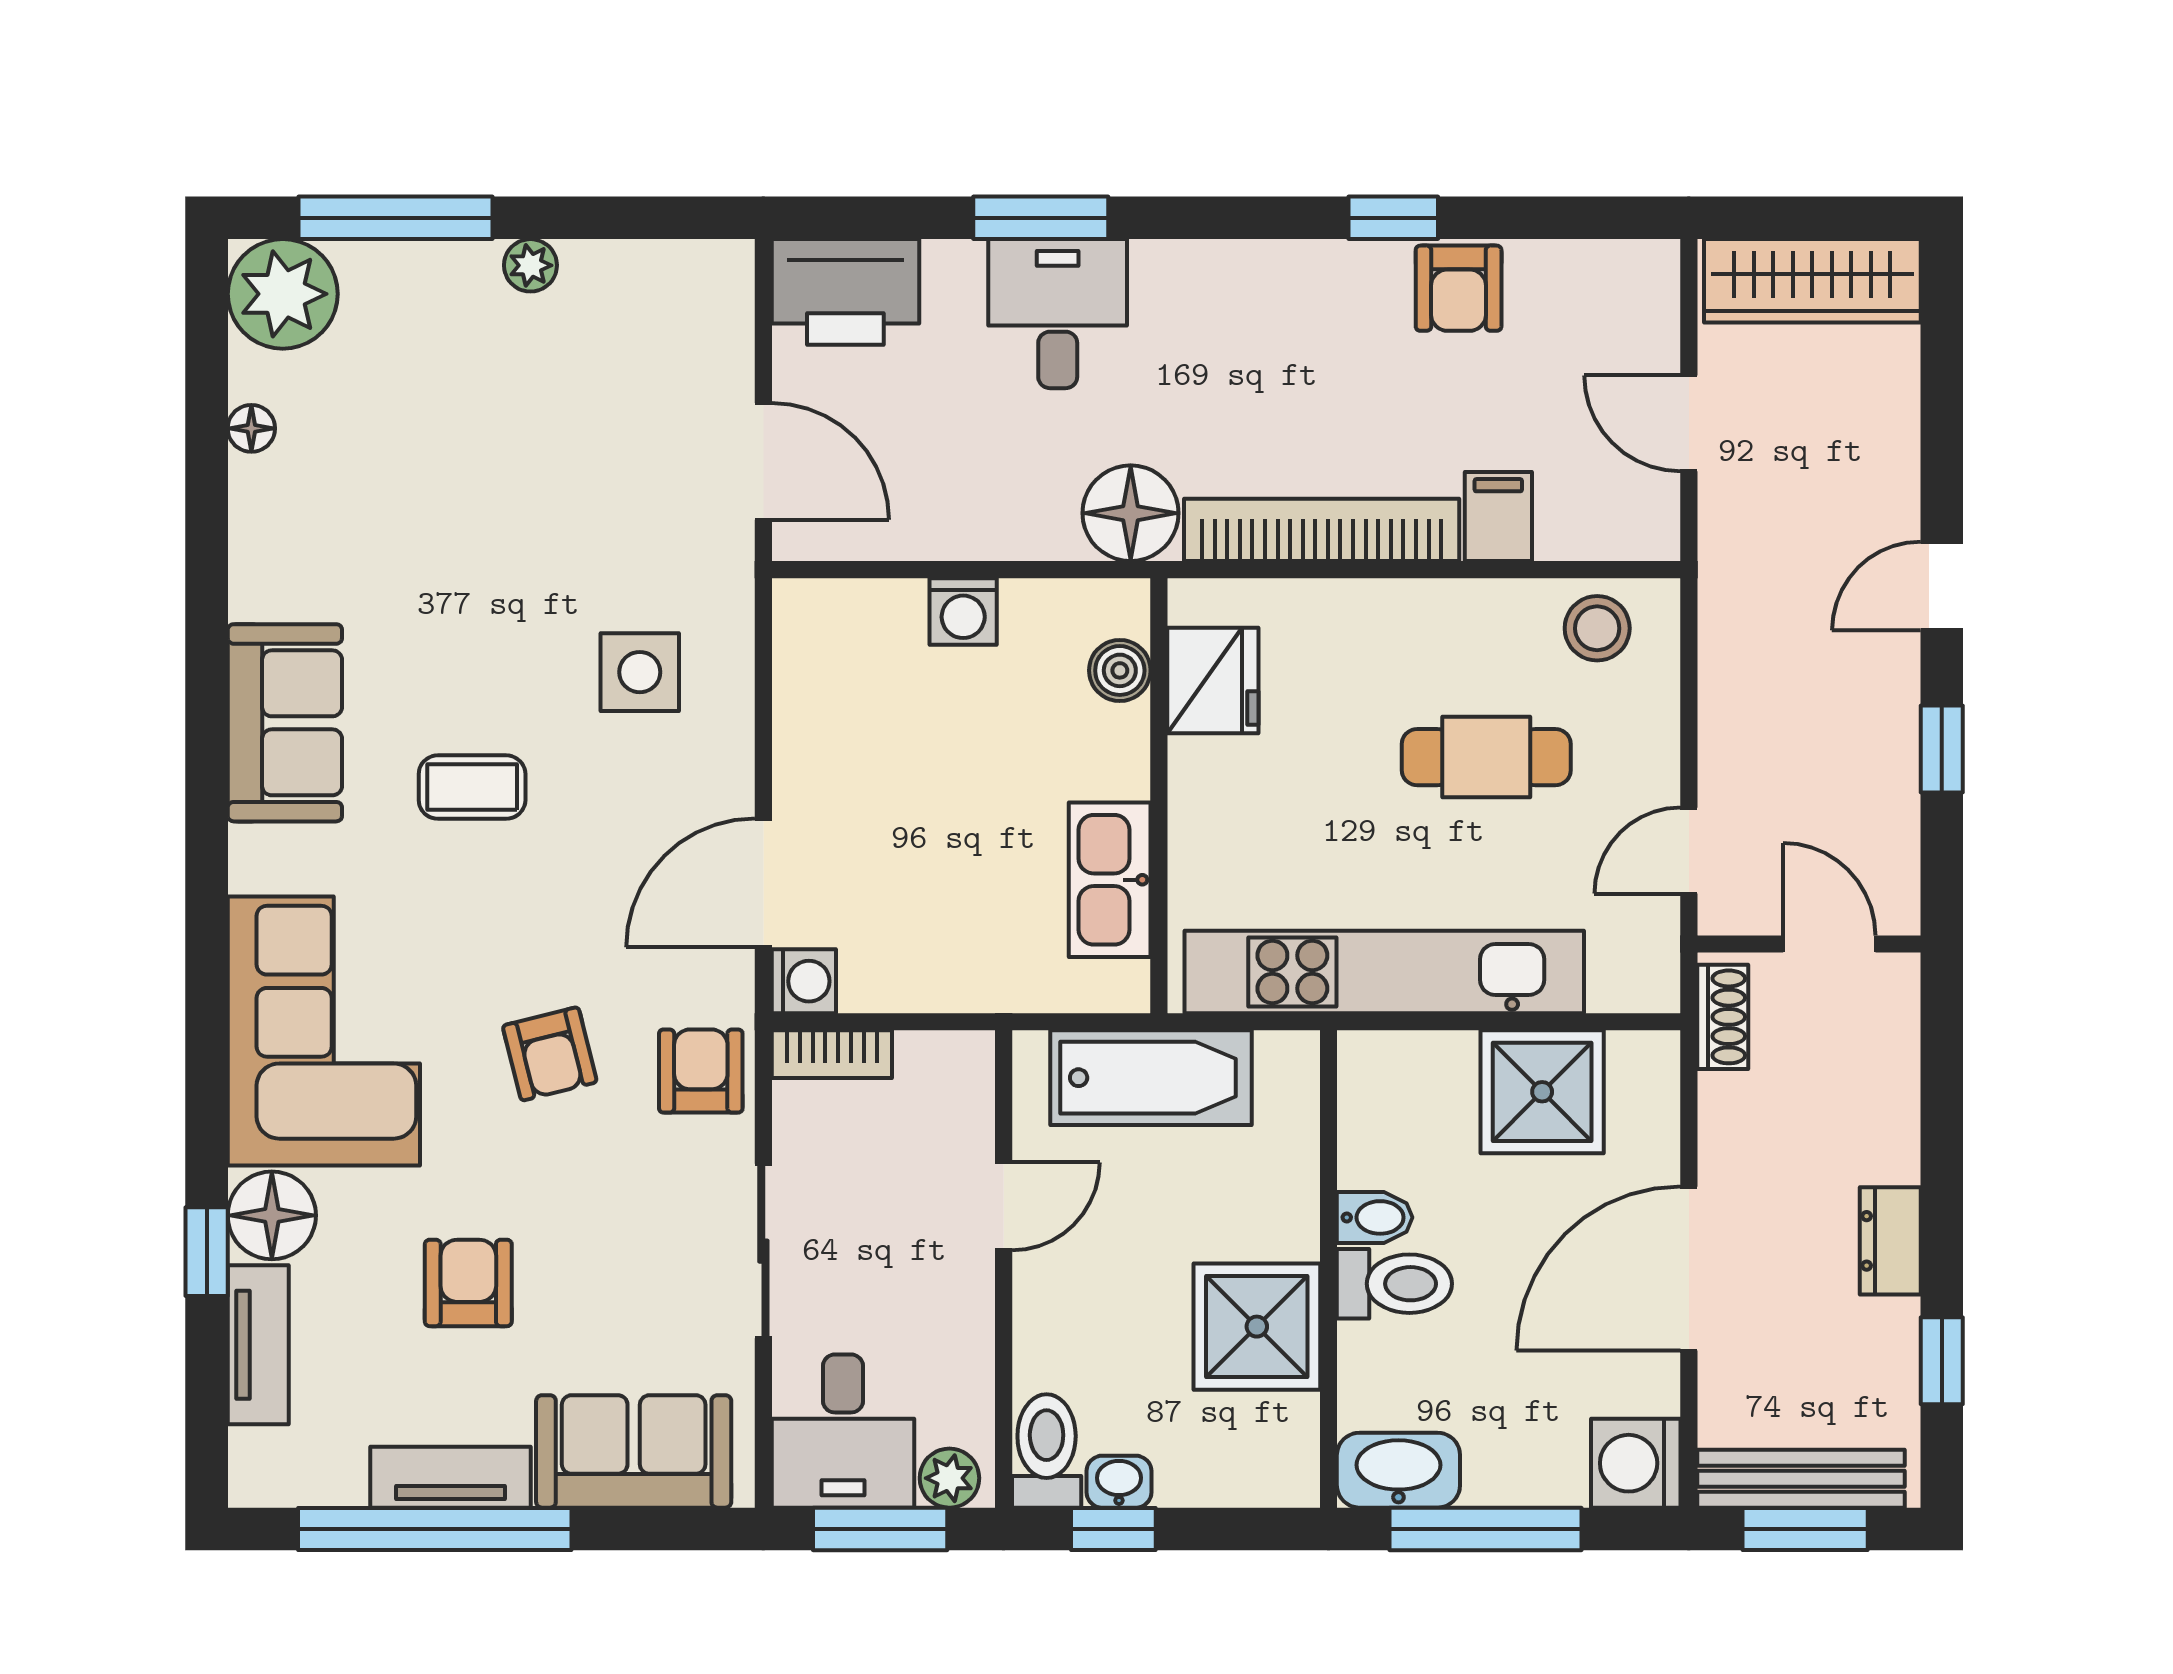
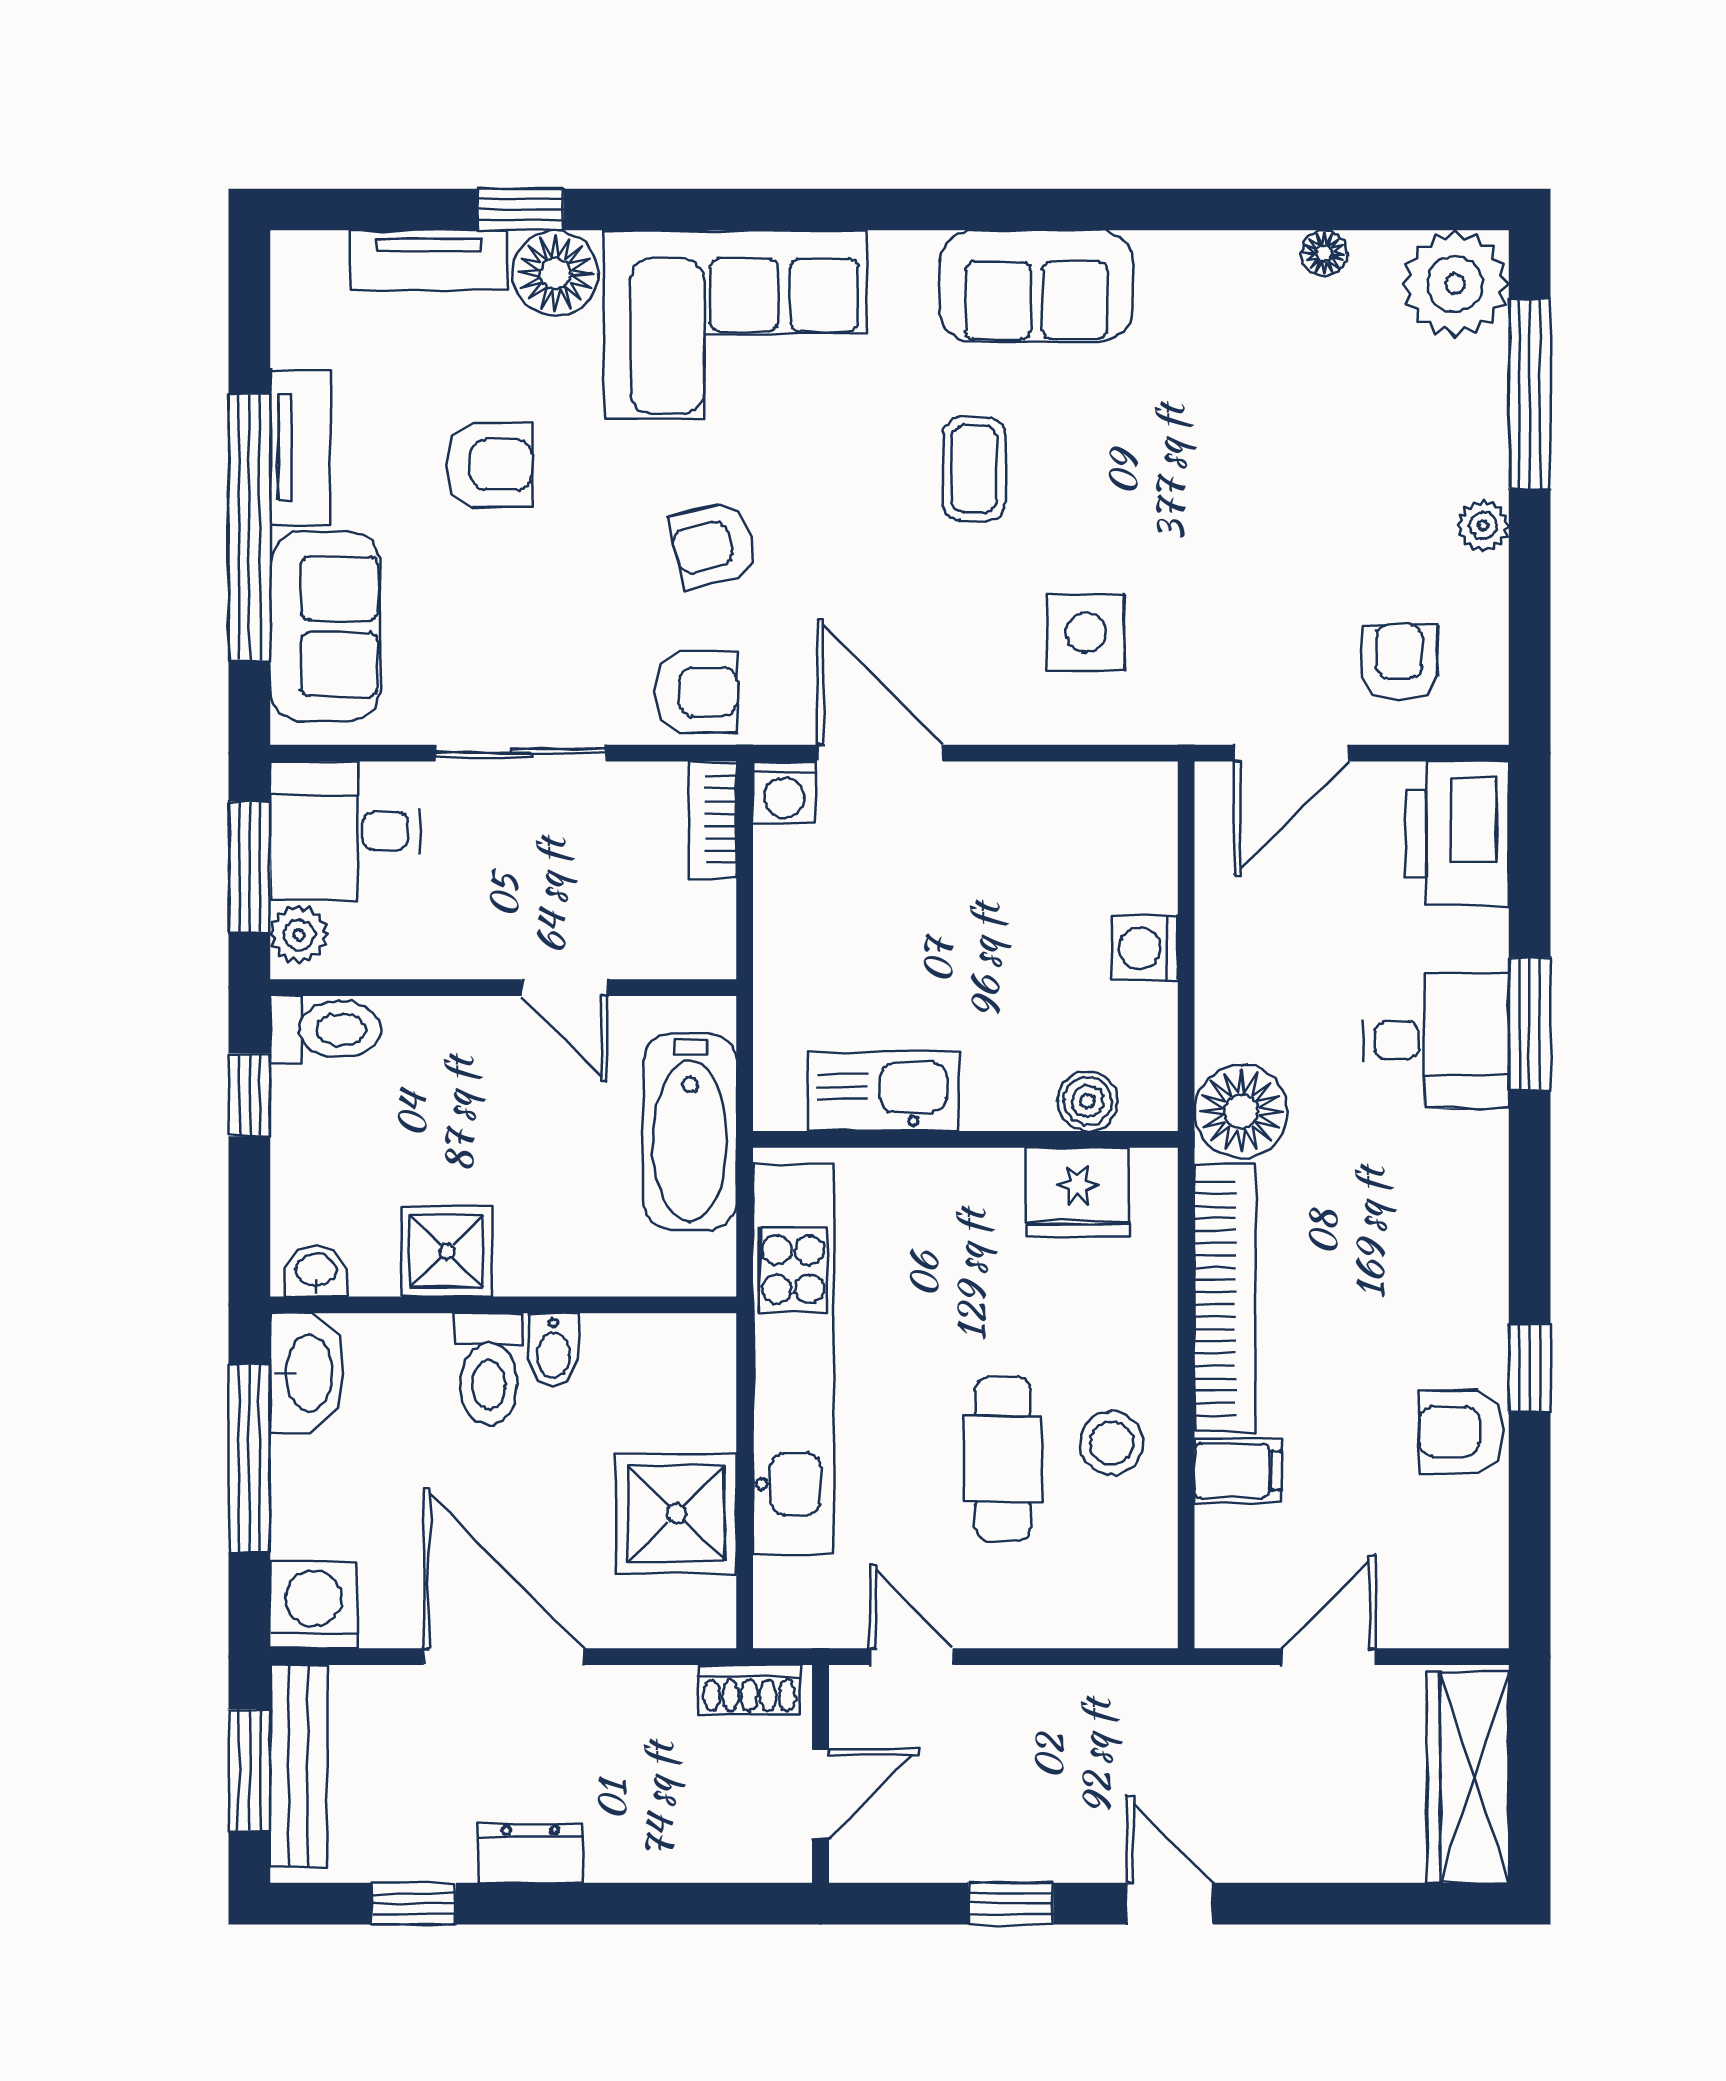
armchair: (670, 351) -> (1399, 662), added
stool: (1597, 628) -> (1112, 1443), moved
shower: (1257, 1327) -> (447, 1251), width x0.73, depth x0.73
washbasin: (1119, 1482) -> (316, 1271), moved, turned -90
window: (435, 1529) -> (249, 527), moved

